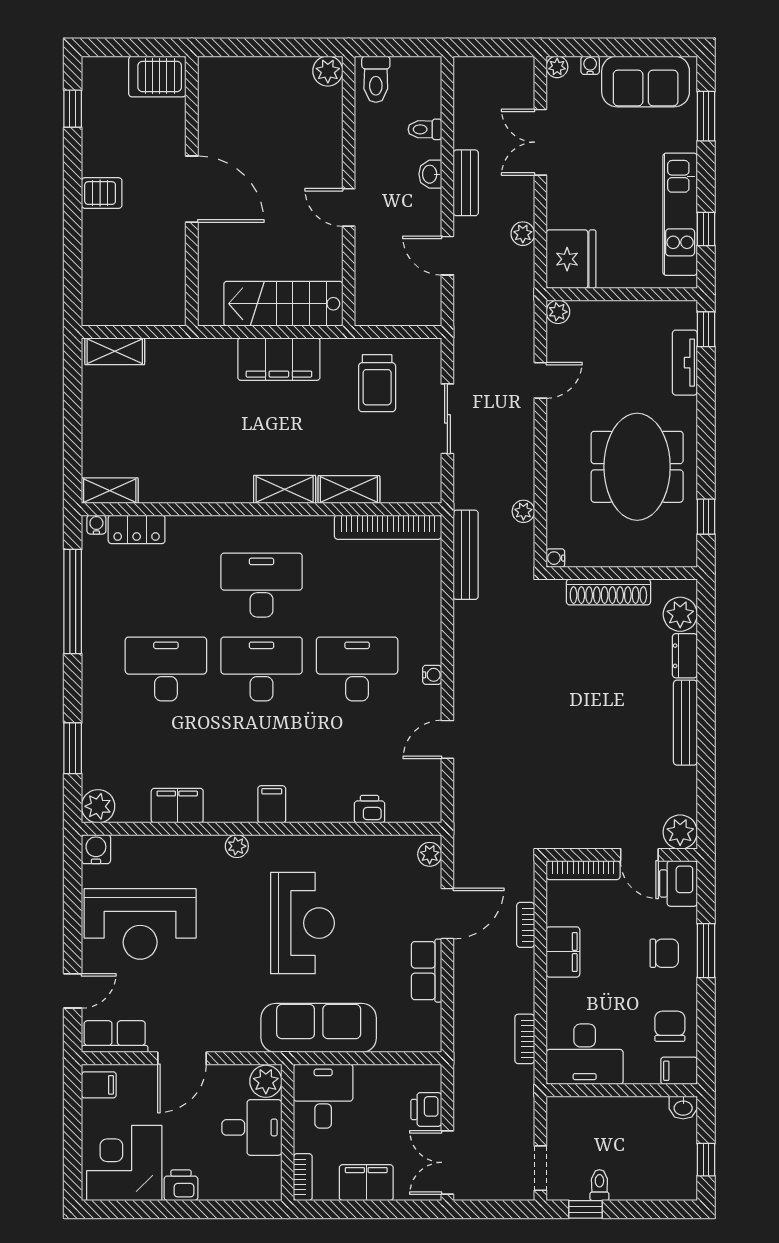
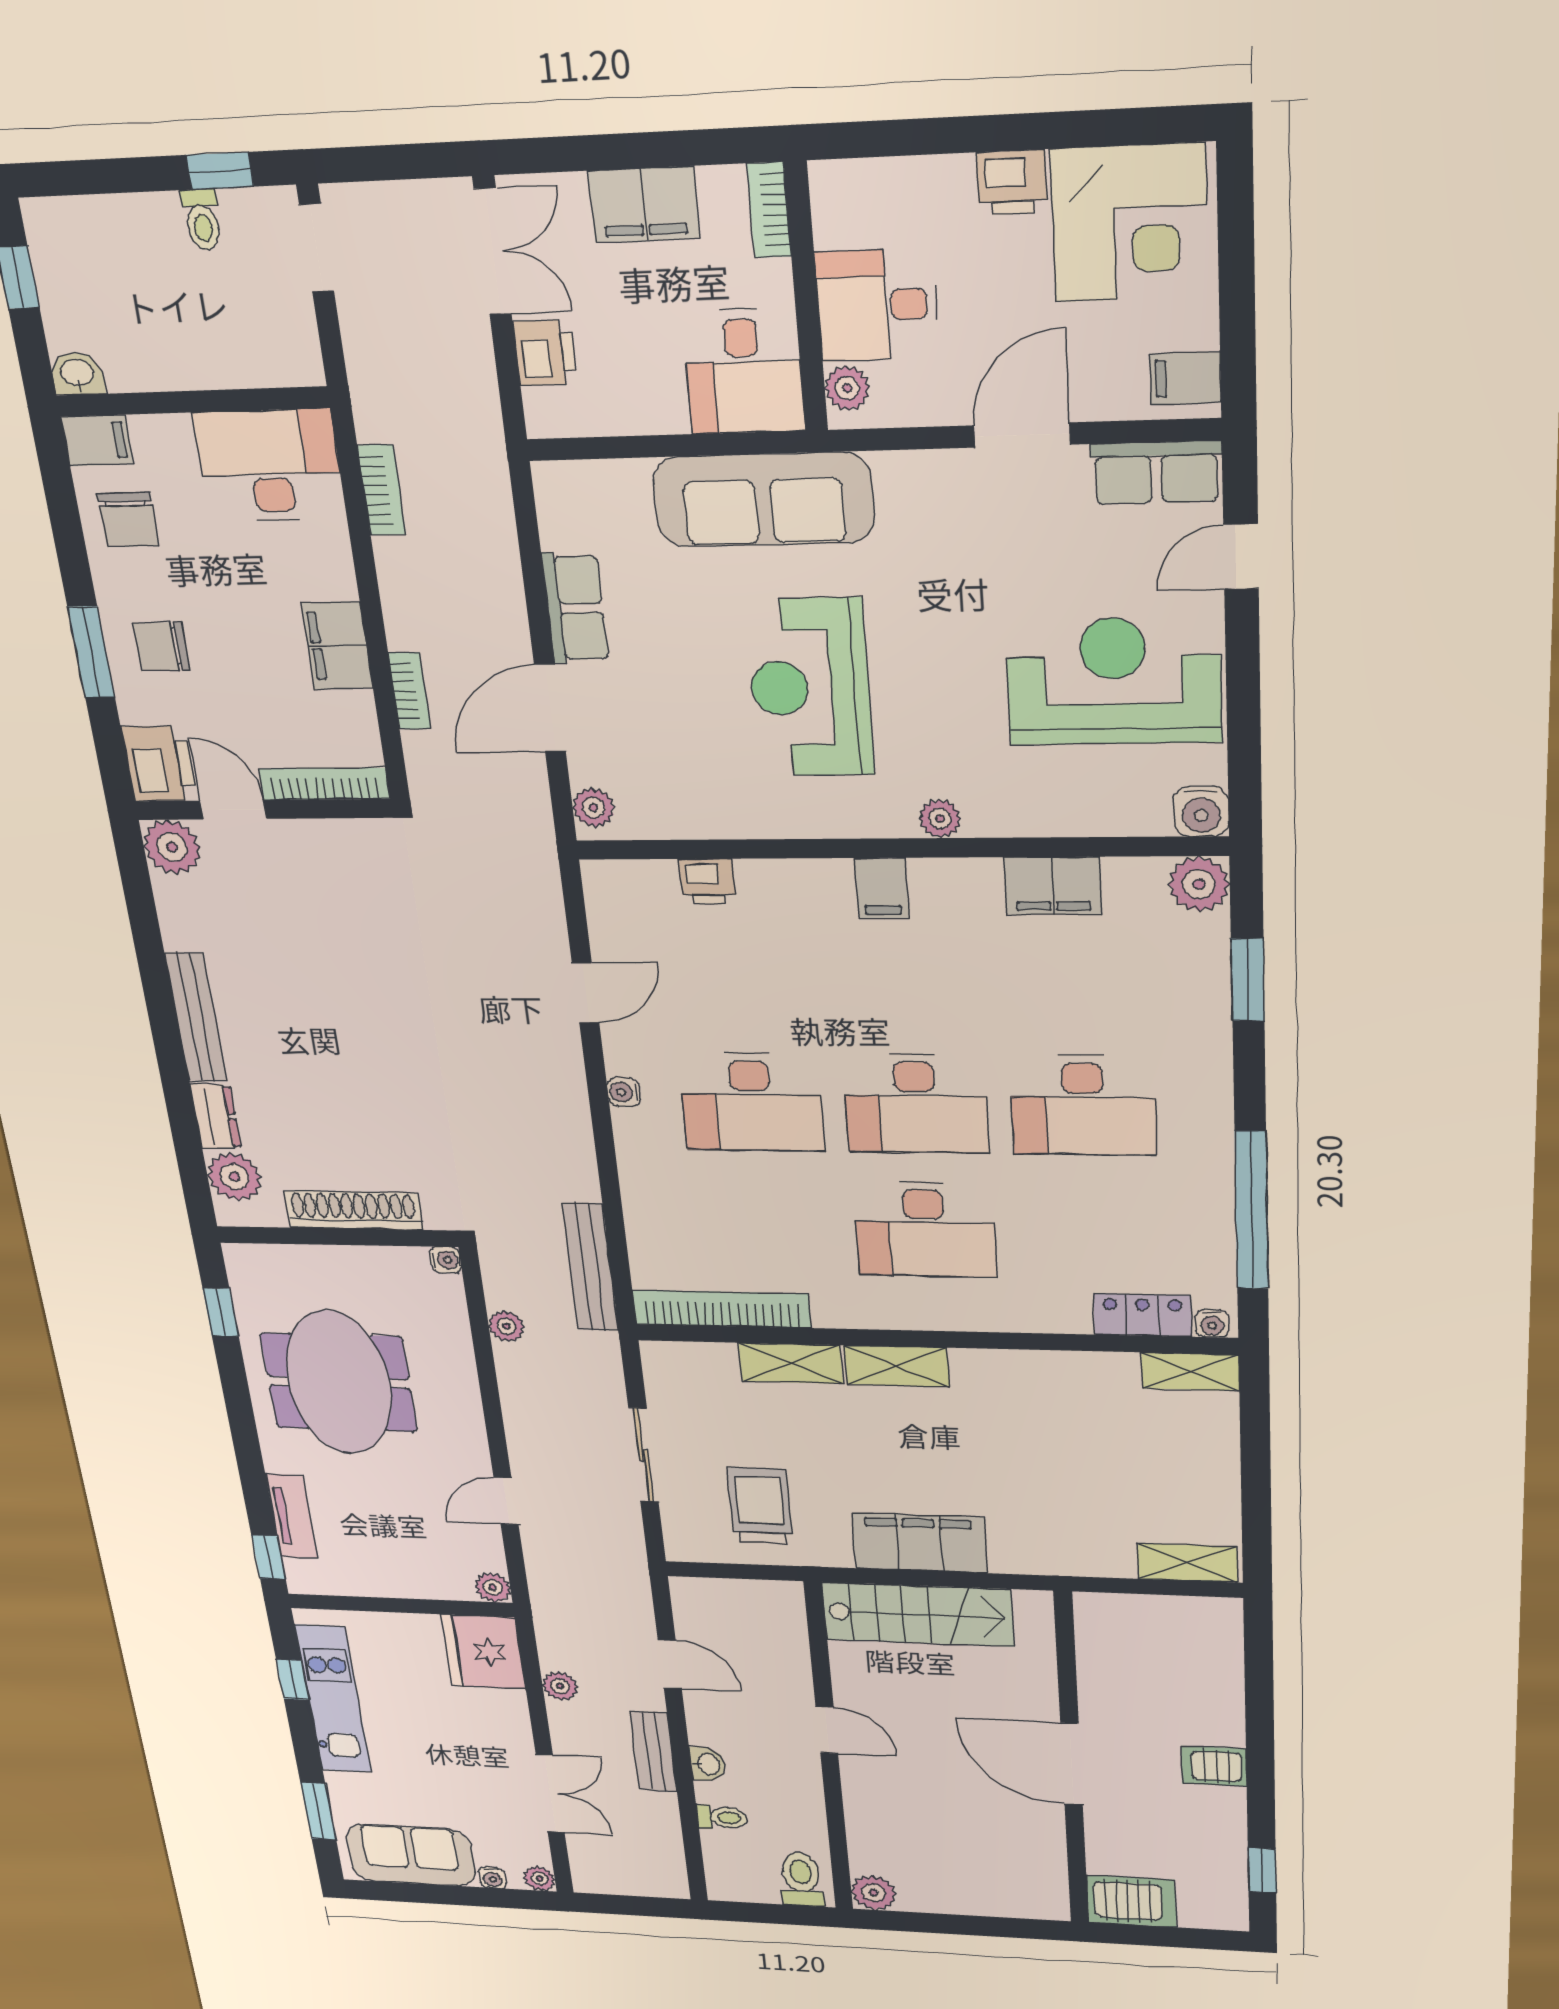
plant: (266, 1081) -> (847, 388), width x0.73, depth x0.73

